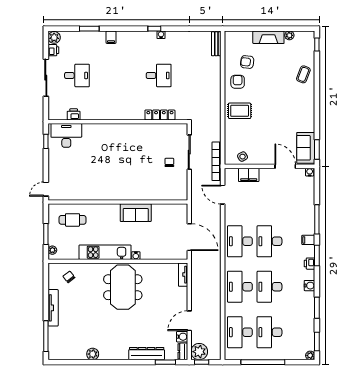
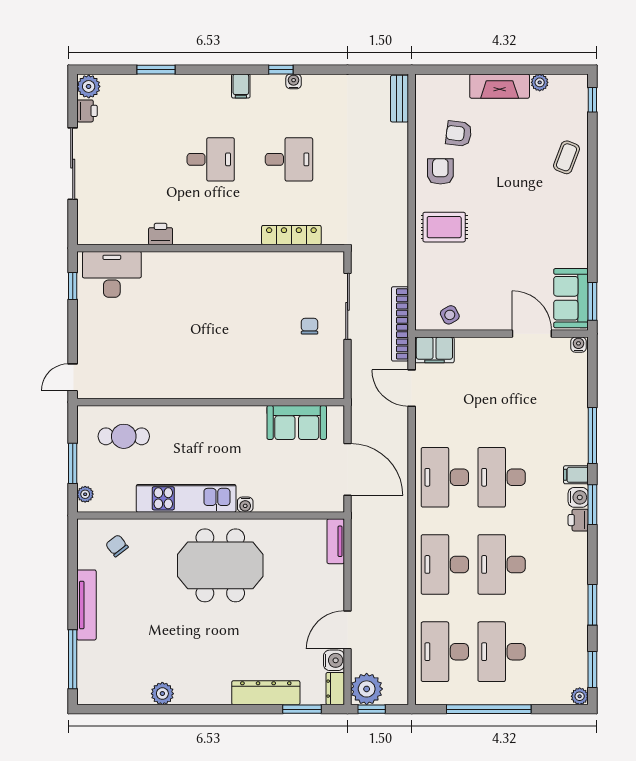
filing cabinet: (111, 37) -> (241, 86), moved
desk: (77, 75) -> (211, 159), moved
printer: (74, 114) -> (161, 234), moved
filing cabinet: (249, 175) -> (434, 350), moved
sofa: (136, 213) -> (297, 422), moved
water cooler: (309, 286) -> (578, 497), moved
meeting table: (123, 287) -> (220, 565), turned 90

